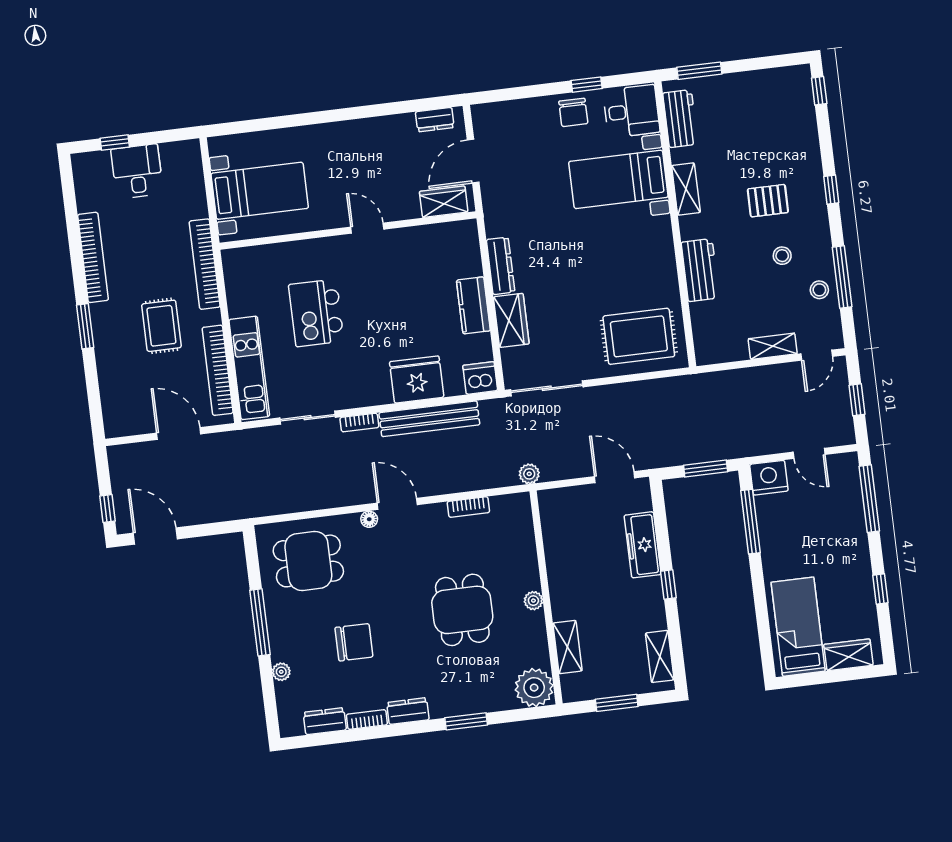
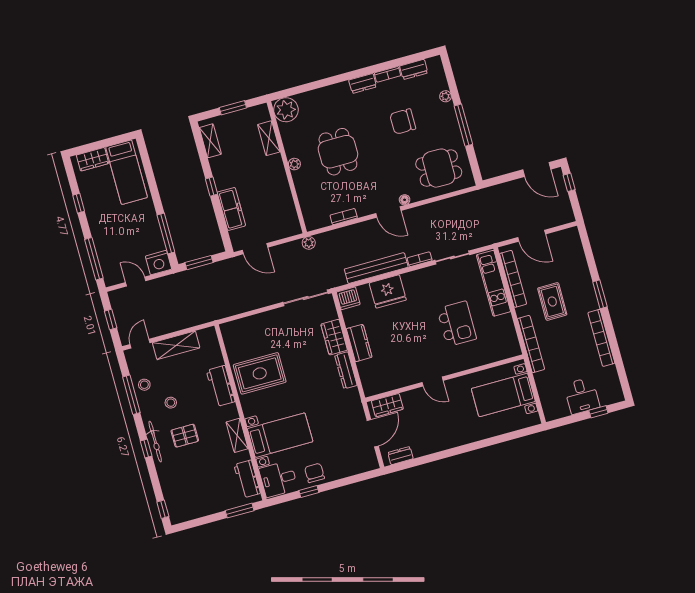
bicycle: (816, 198) -> (155, 442), added
rug: (639, 336) -> (260, 373), moved
shelving: (773, 346) -> (176, 345), width x1.50, depth x1.33
window: (466, 721) -> (325, 82), removed

